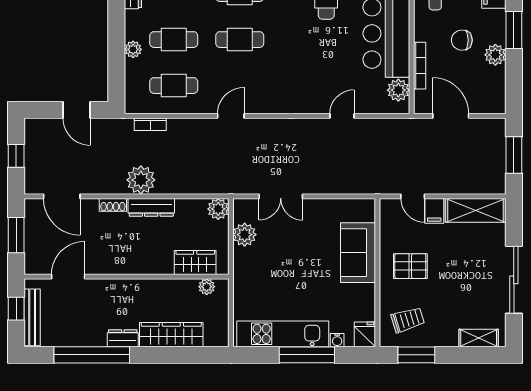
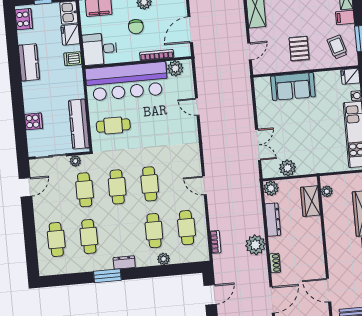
dresser: (151, 207) -> (273, 220), moved
filing cabinet: (434, 211) -> (345, 18), moved, turned 180

